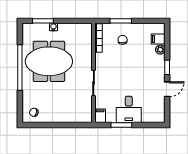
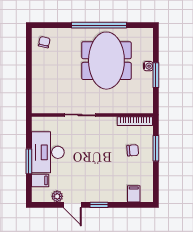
window: (43, 21) -> (156, 75), moved
plant: (160, 50) -> (57, 196), moved
desk: (129, 109) -> (48, 152), width x1.37
filing cabinet: (100, 116) -> (40, 180), moved
window: (121, 125) -> (29, 161), moved

